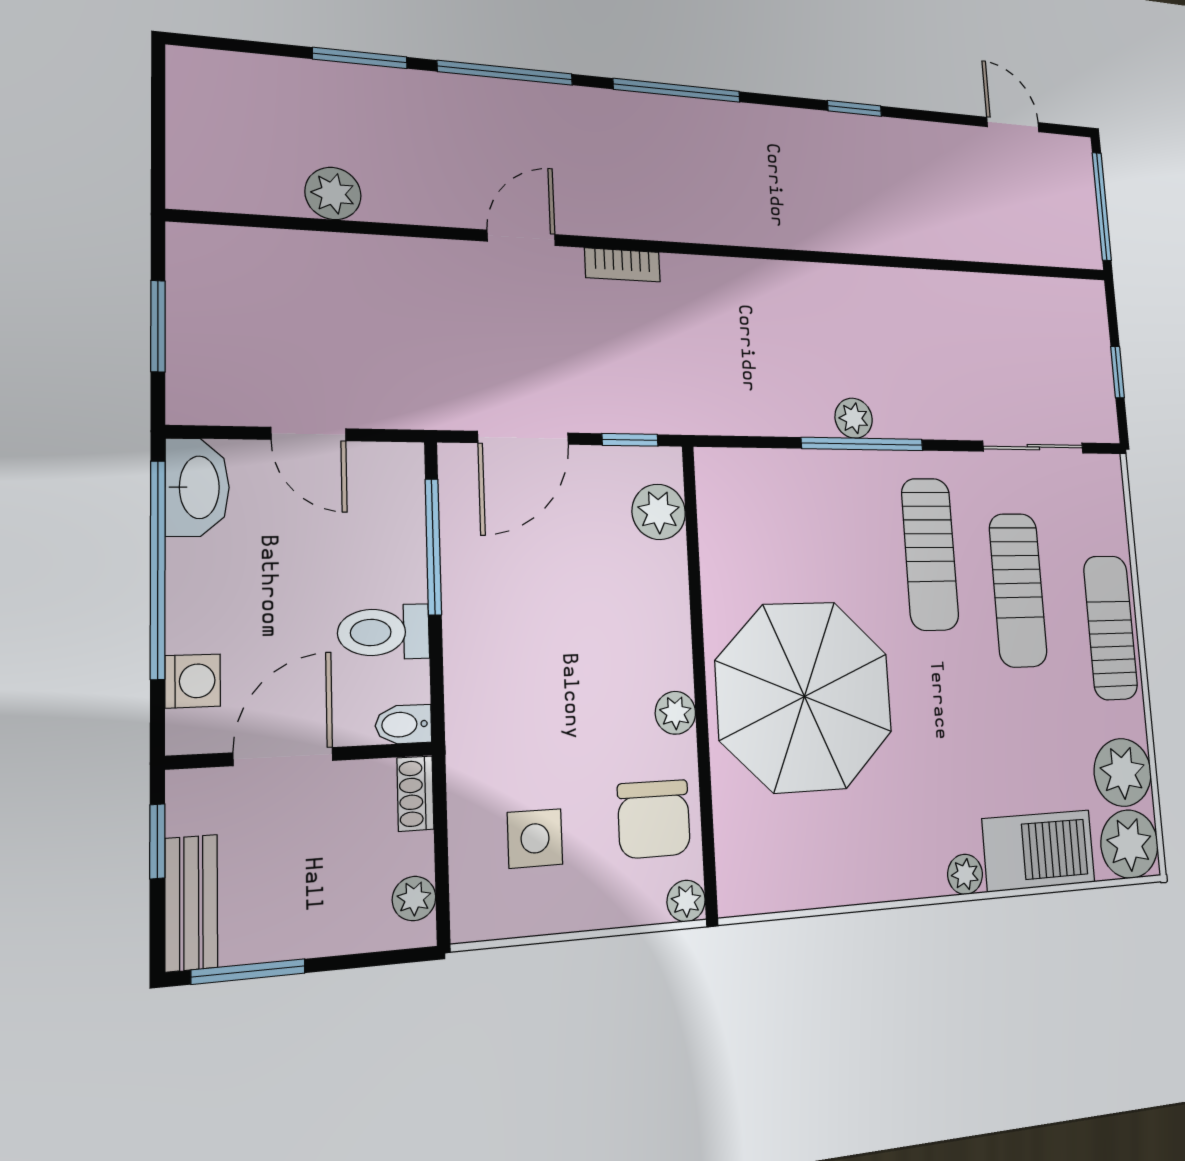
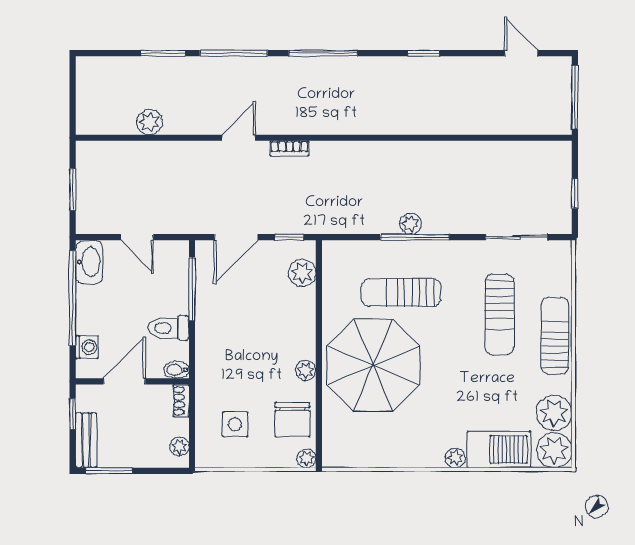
sun lounger: (930, 554) -> (401, 293), moved, turned 90

